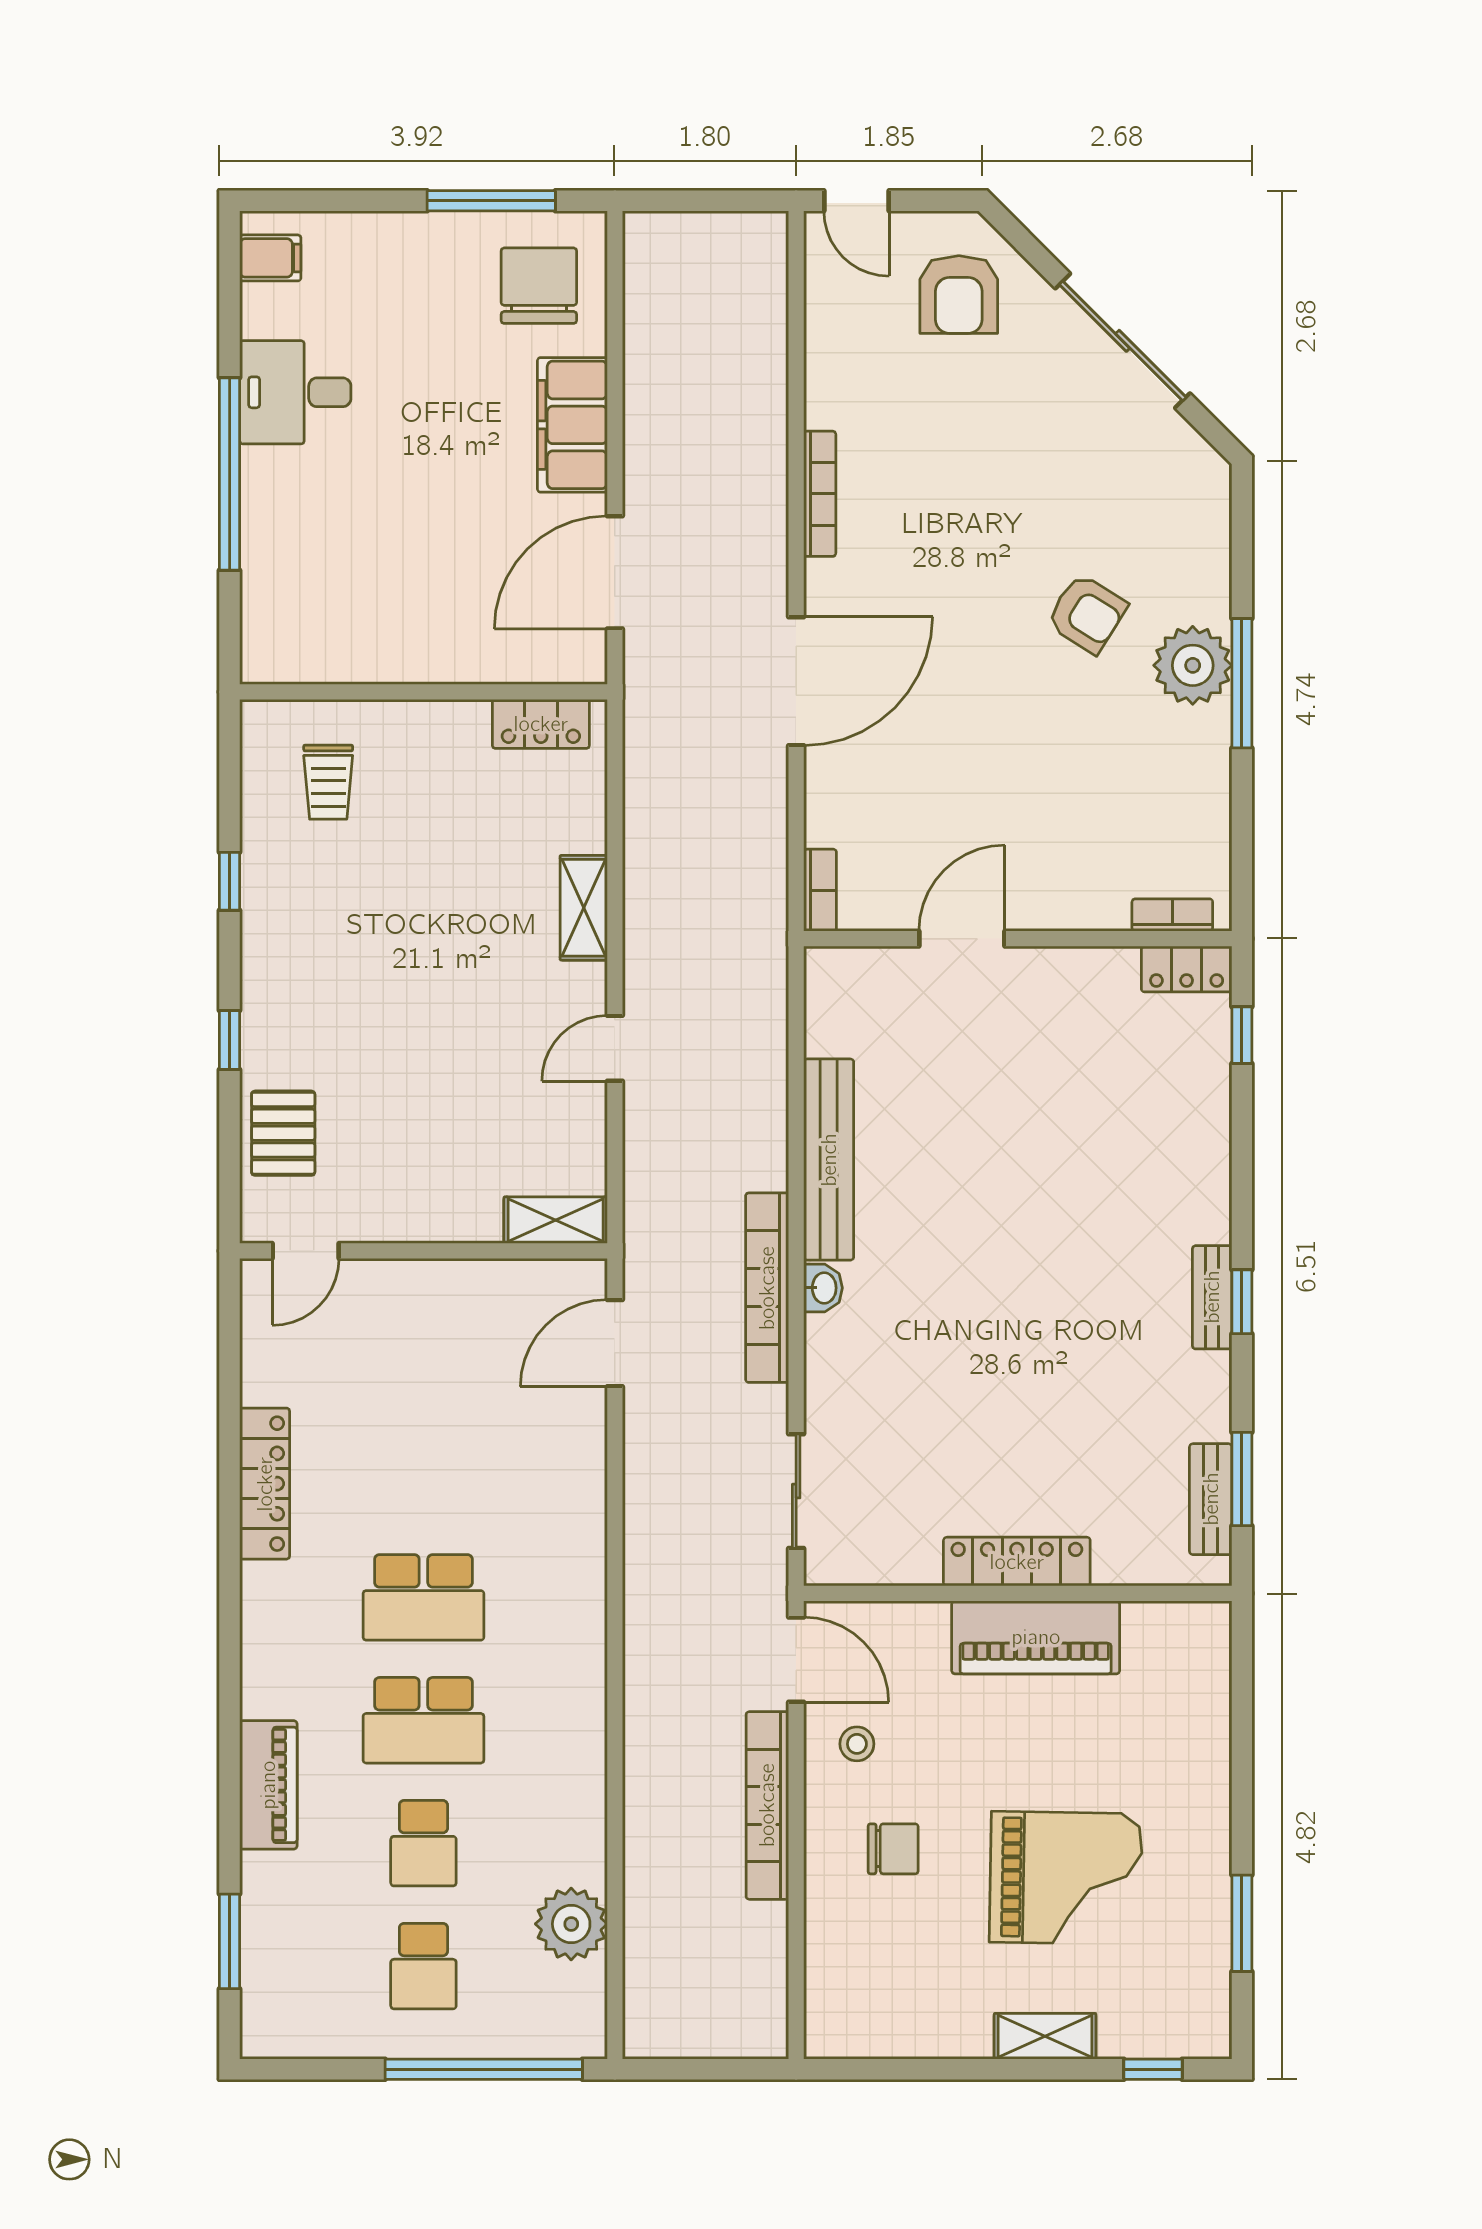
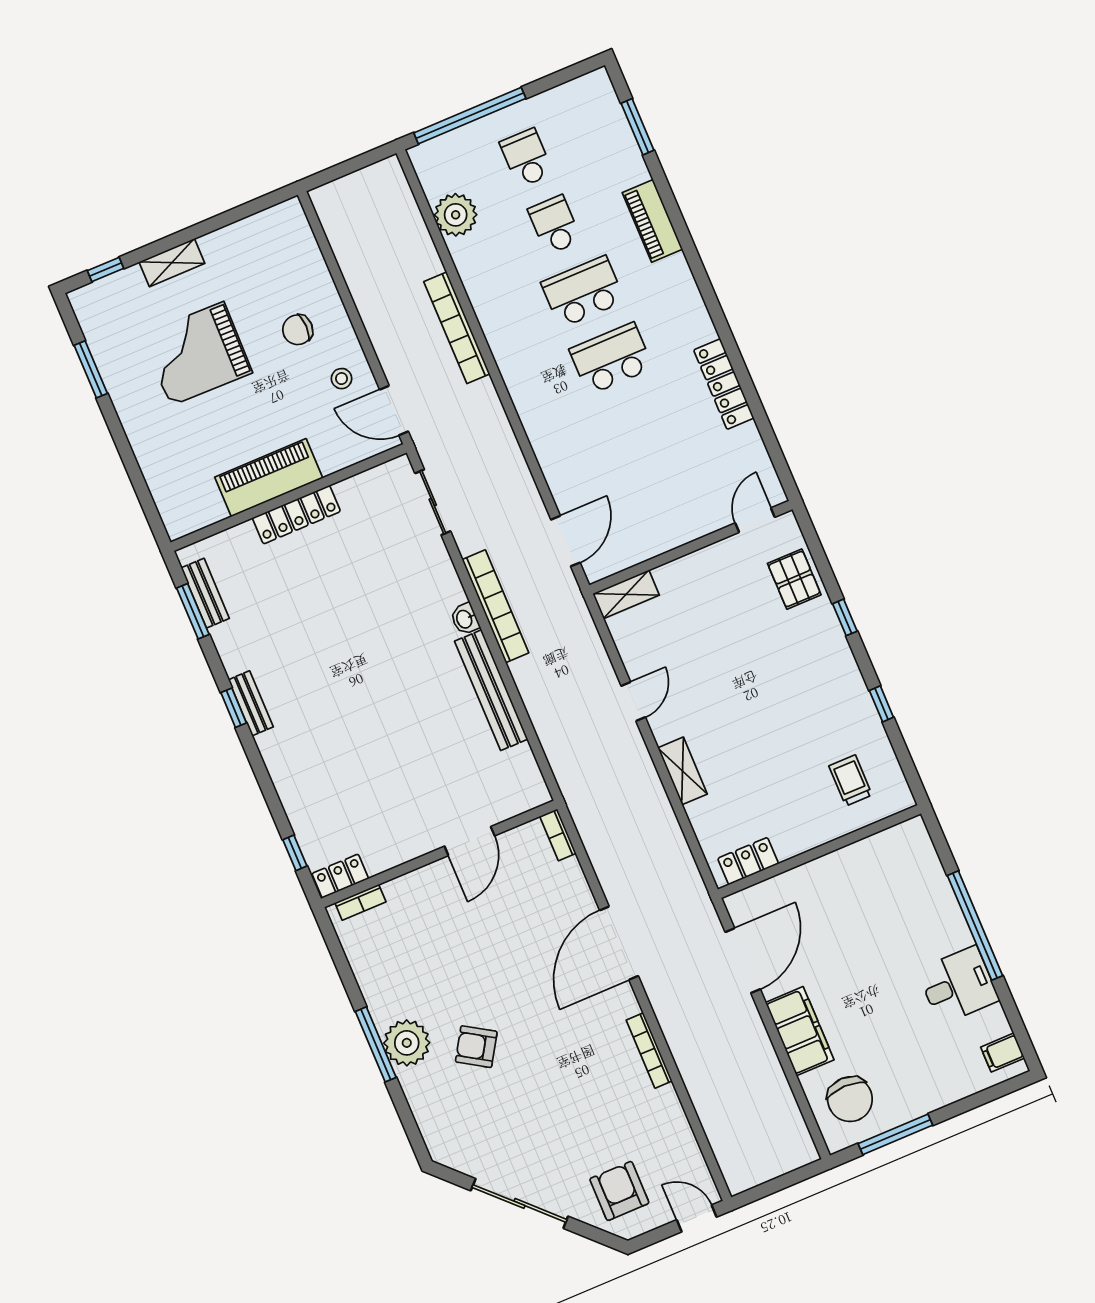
bookcase: (767, 1805) -> (457, 328), moved, turned 180

